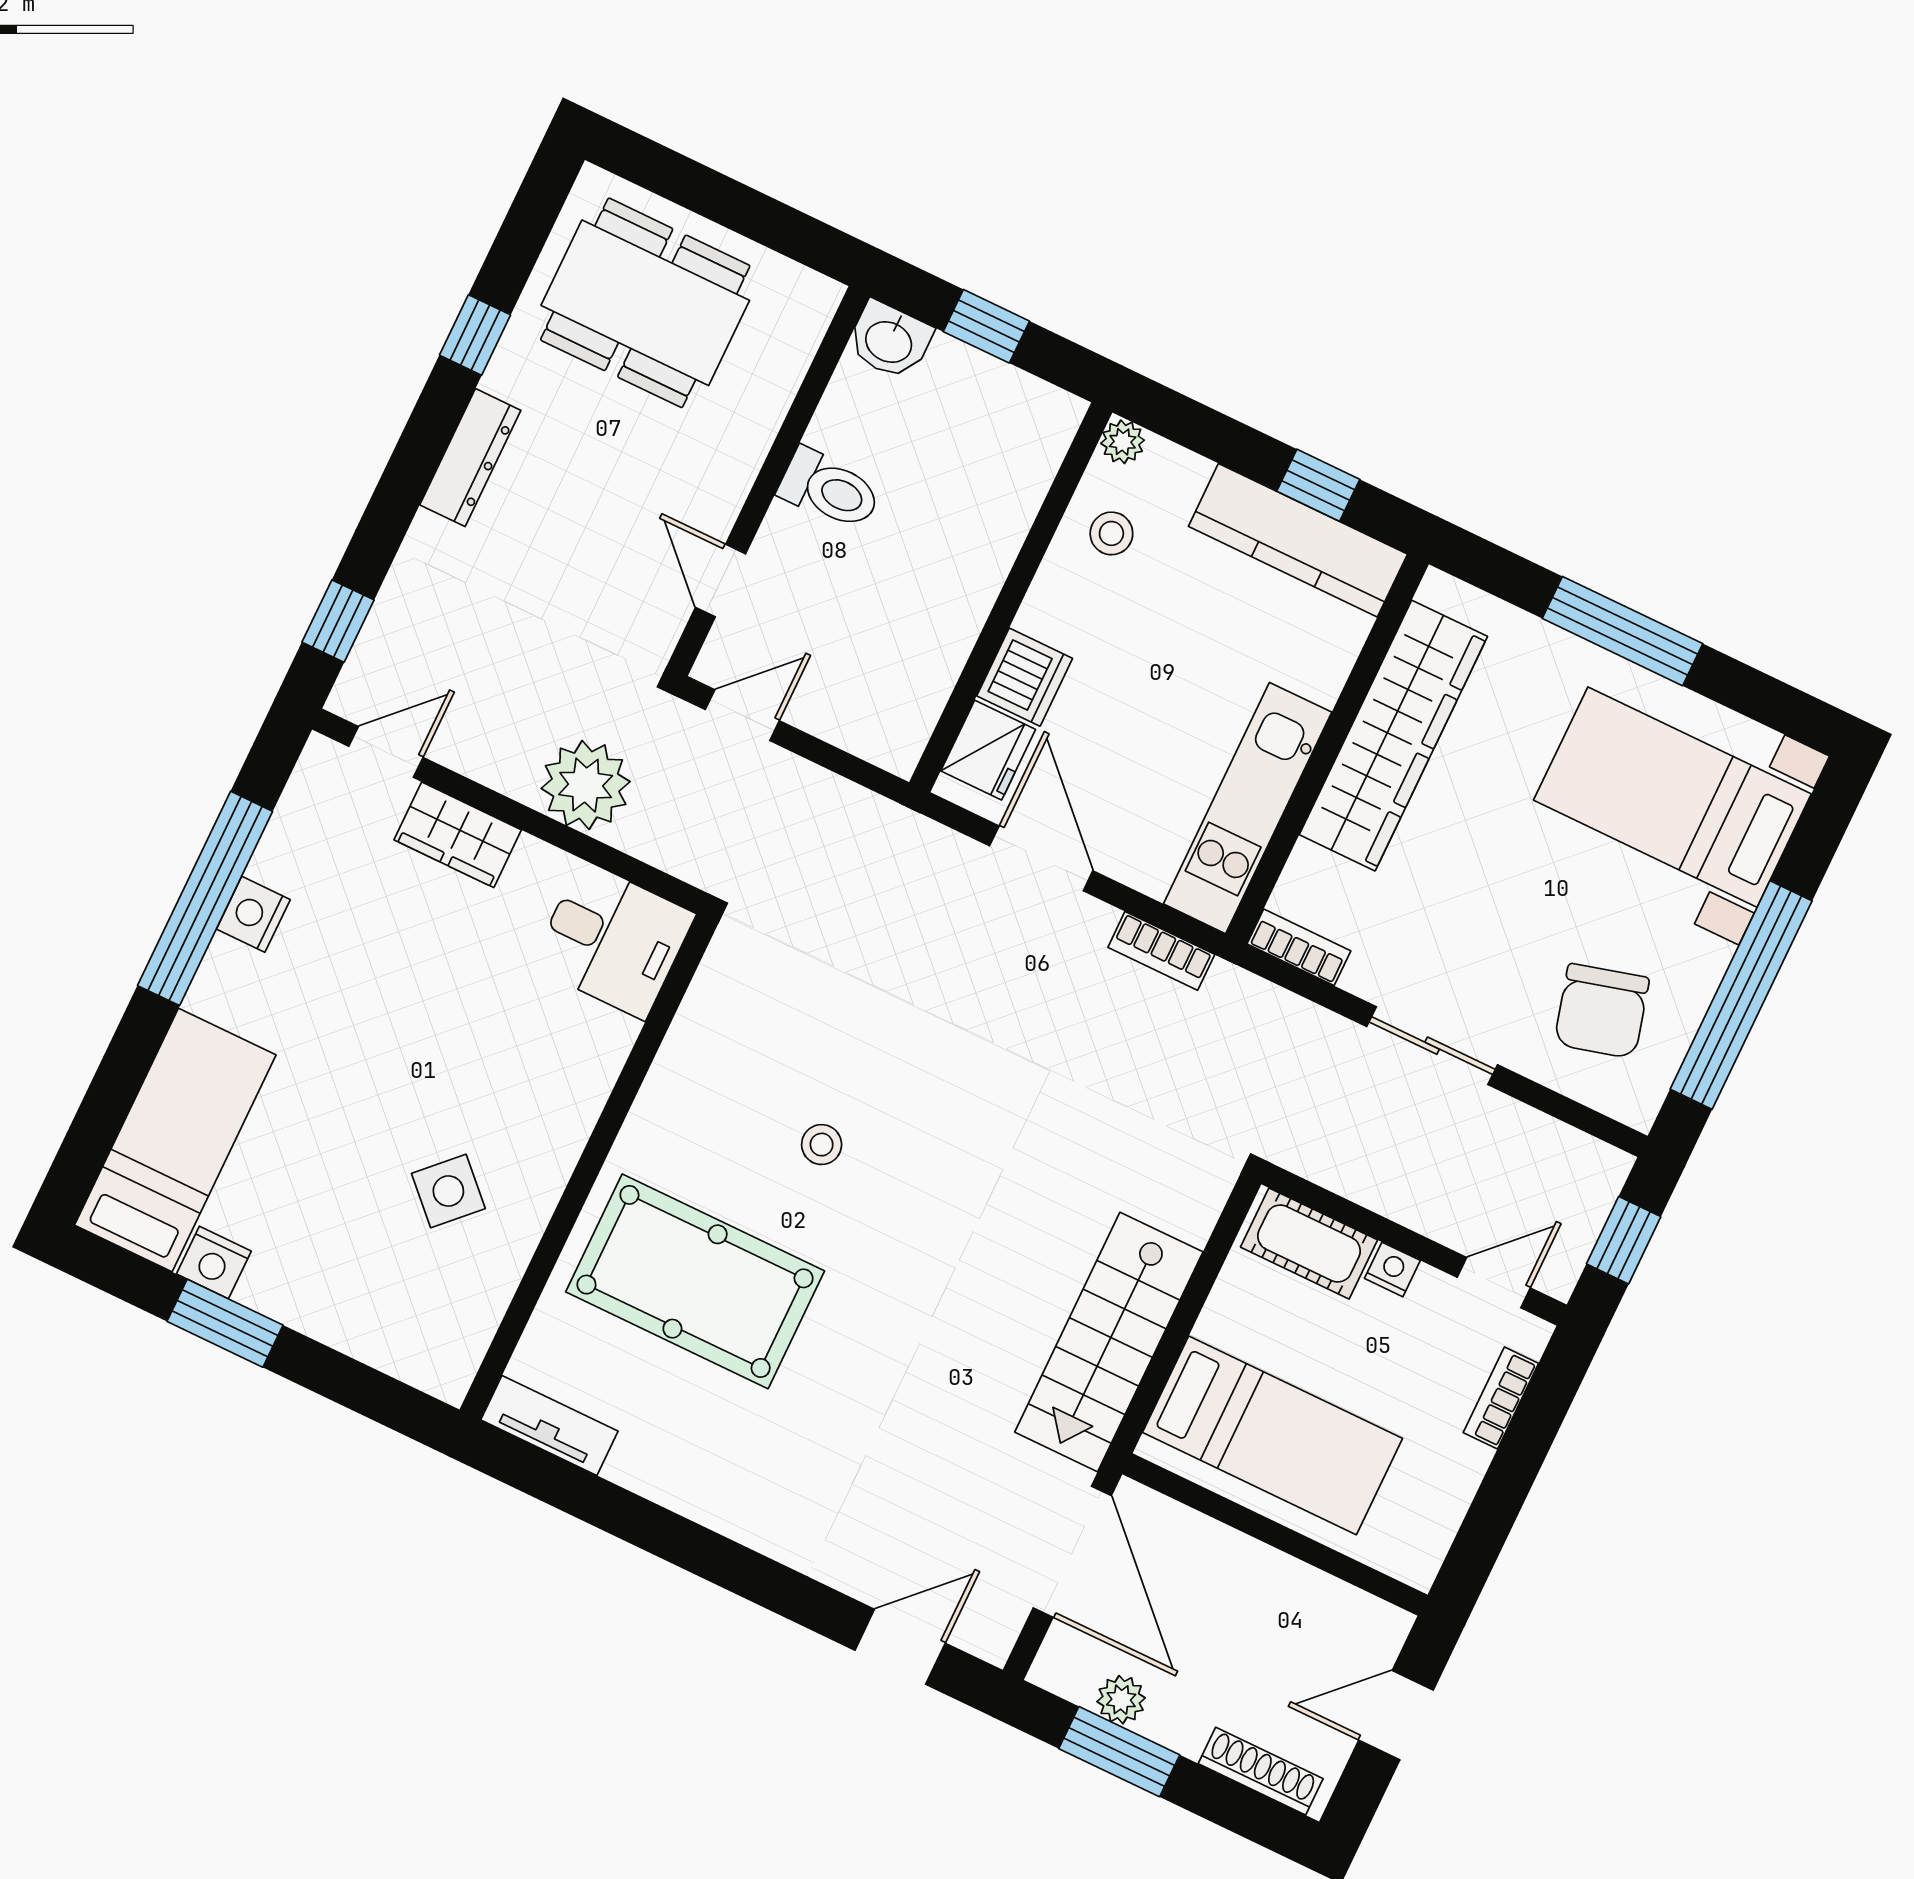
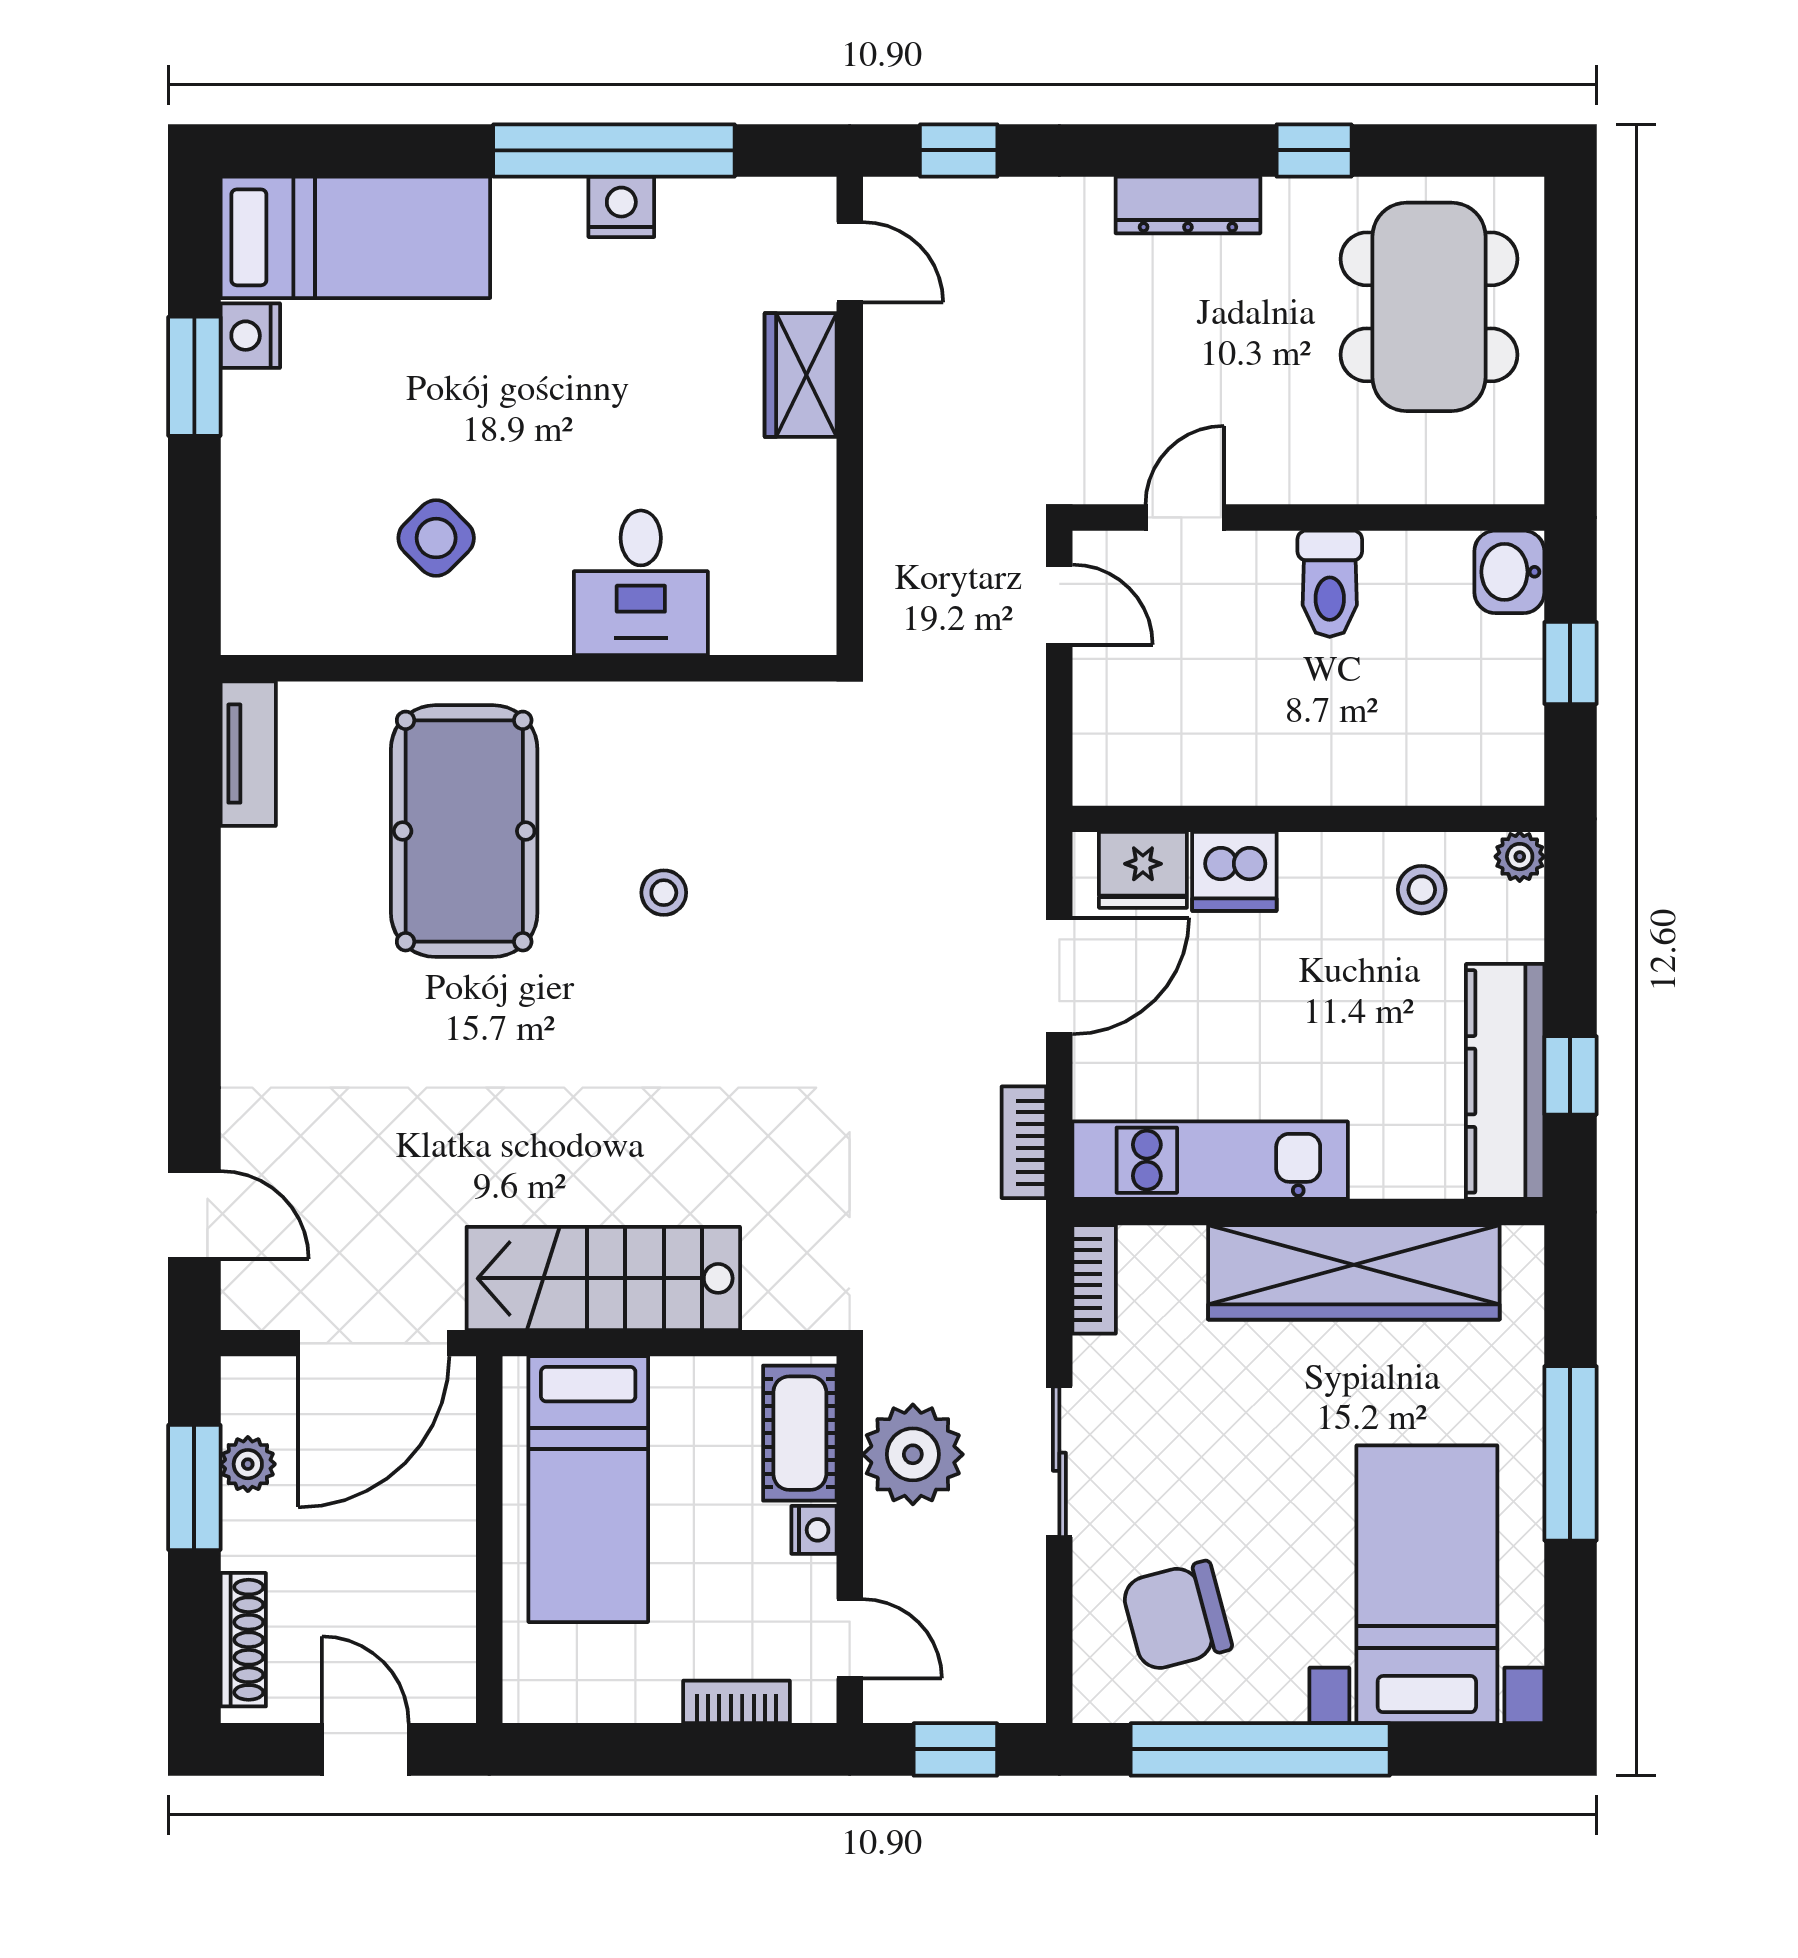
plant: (586, 785) -> (913, 1454), moved
desk: (613, 940) -> (641, 583), moved

